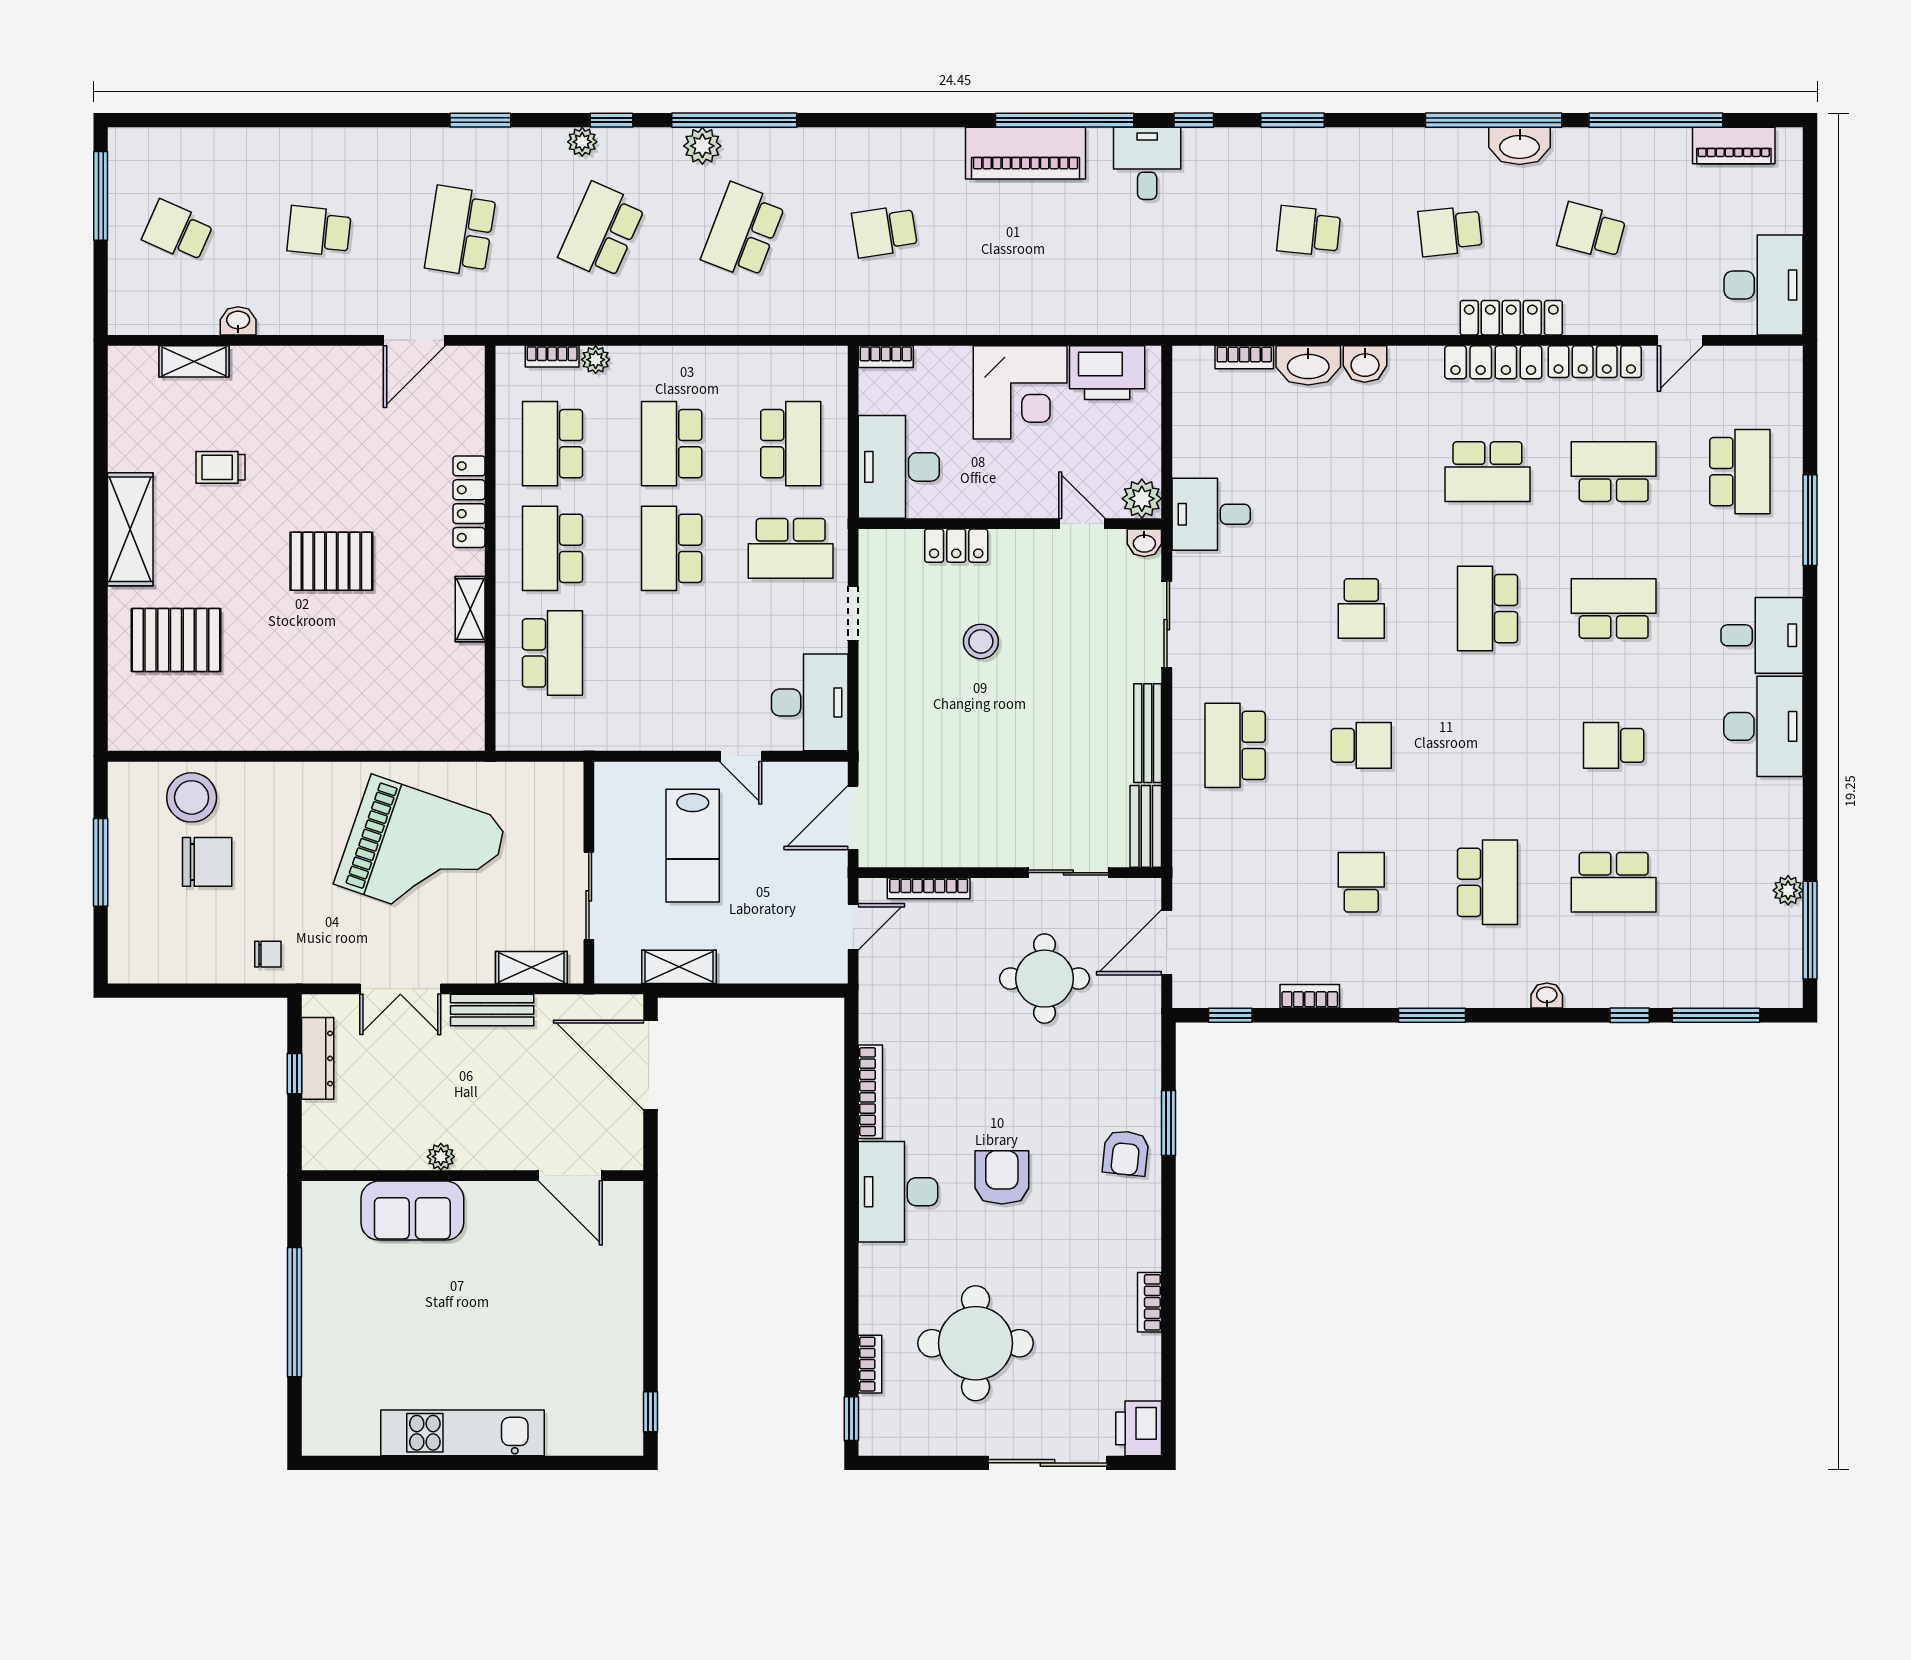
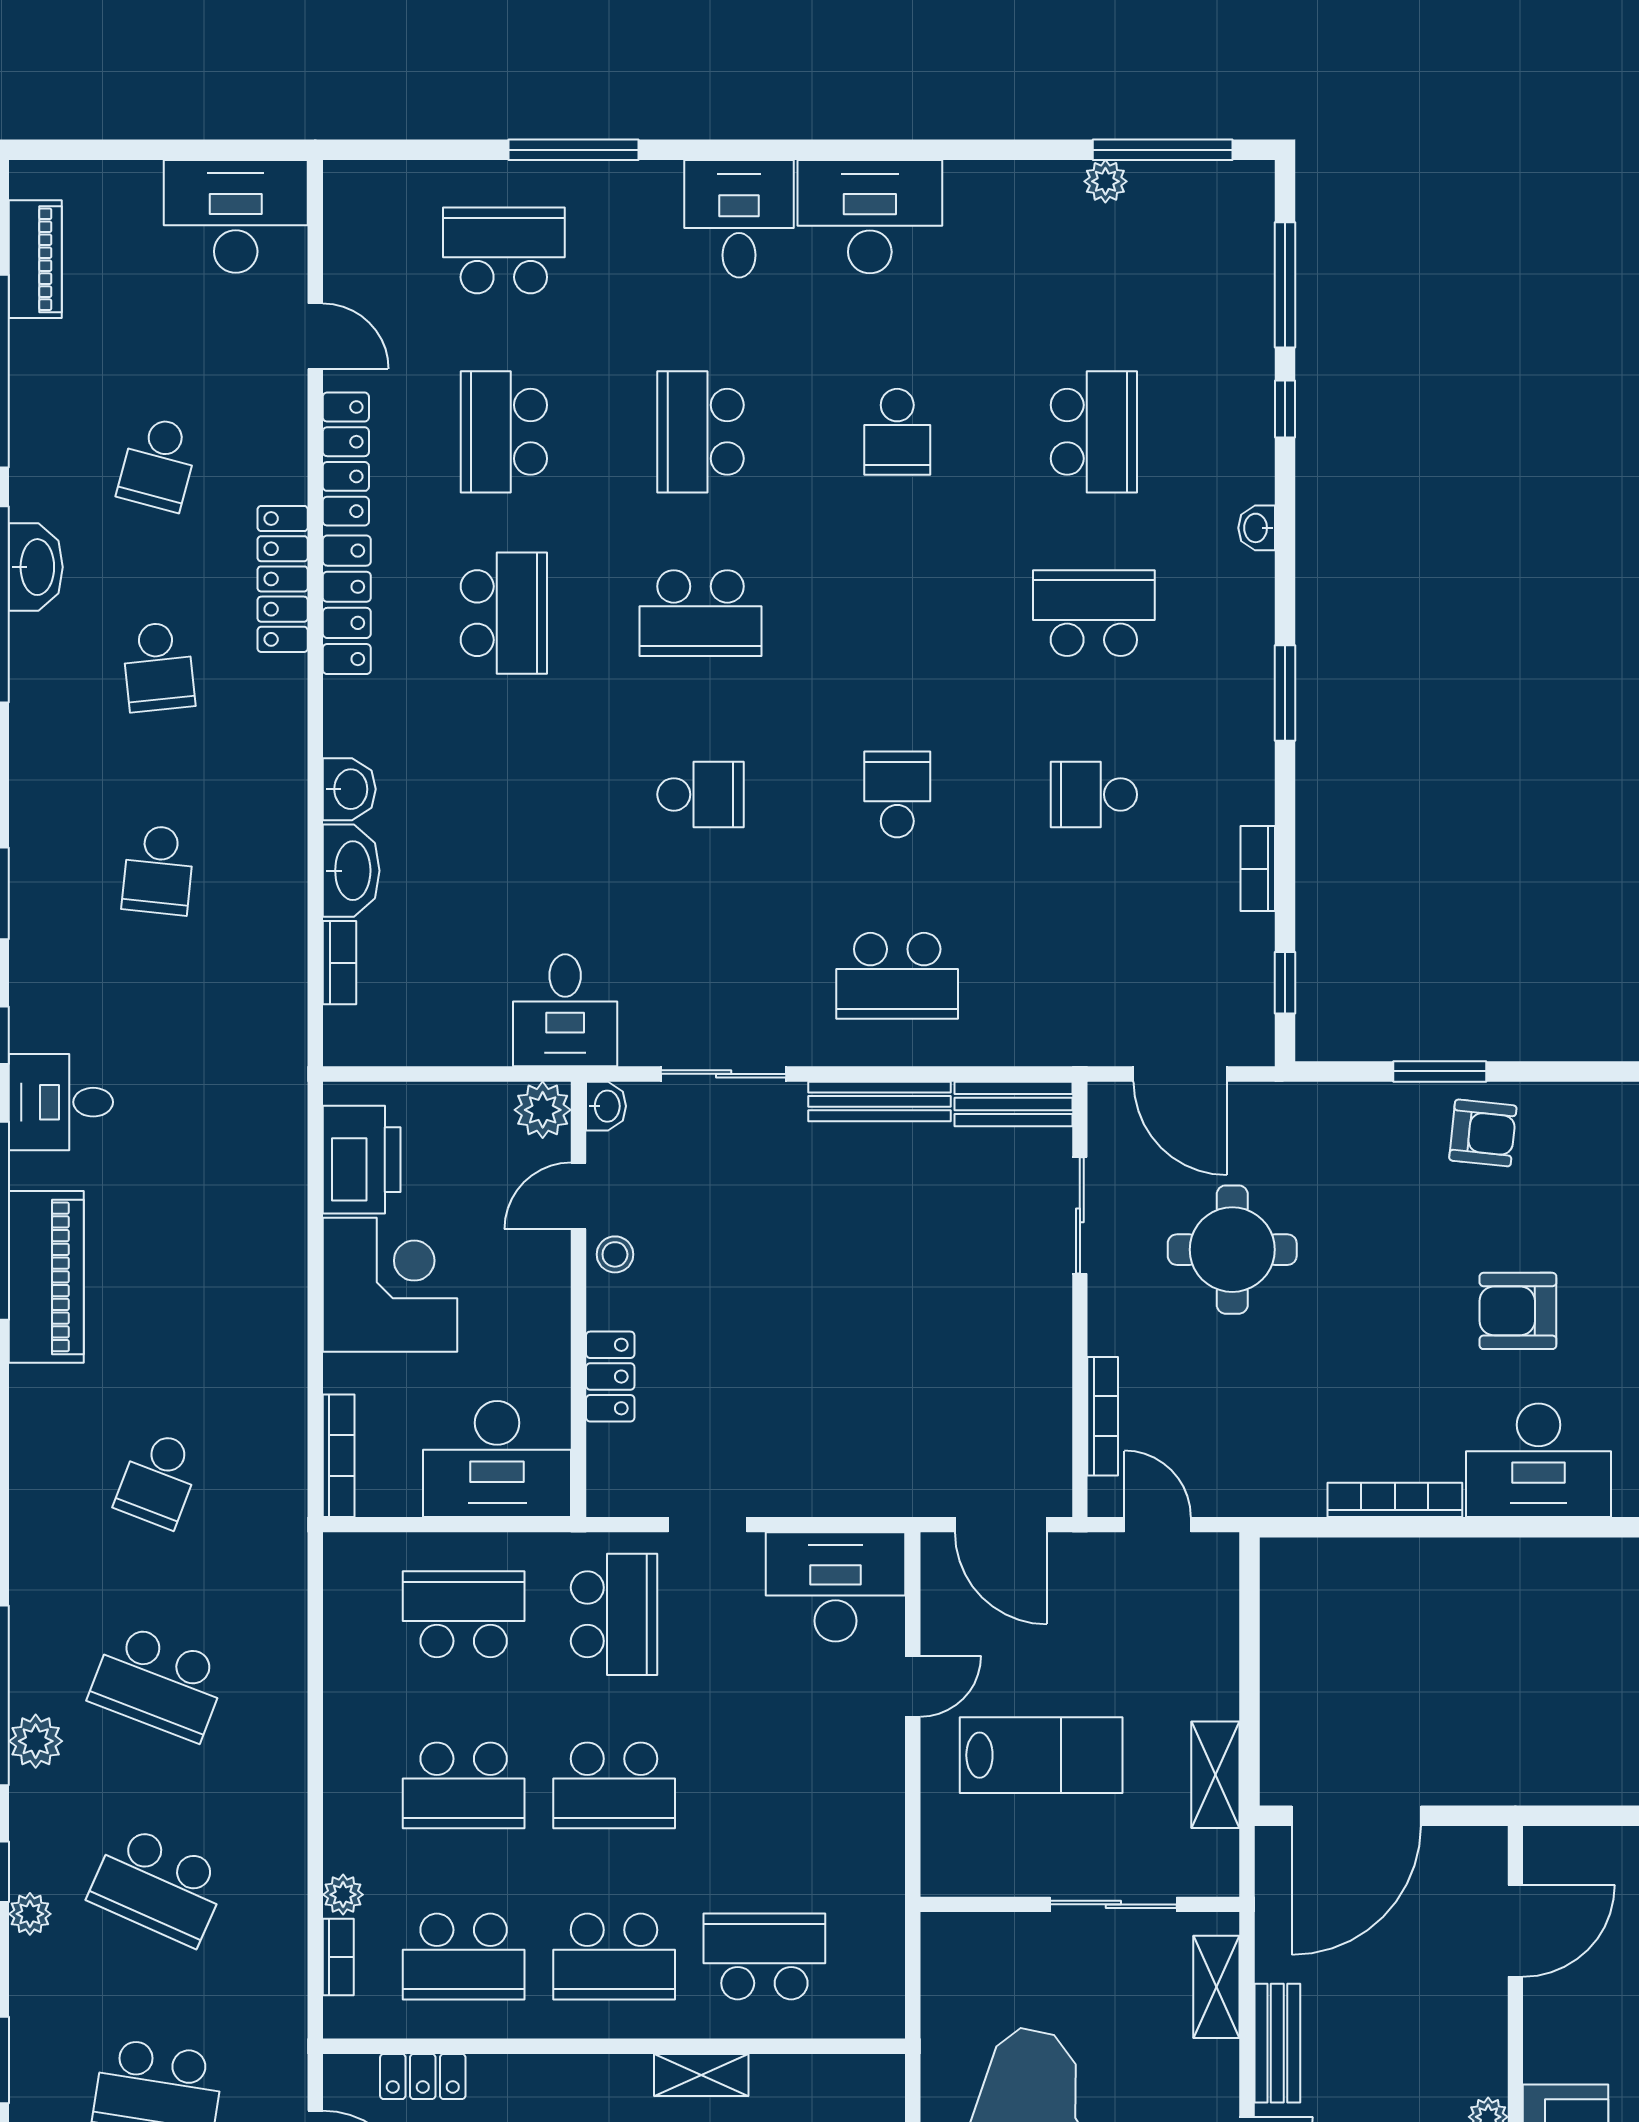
school desk: (885, 231) -> (158, 1479), turned 30
bookcase: (886, 357) -> (339, 1456), width x1.56
locker: (469, 502) -> (423, 2076), moved, width x0.66
stool: (981, 641) -> (615, 1254), moved, width x0.73, depth x0.73

